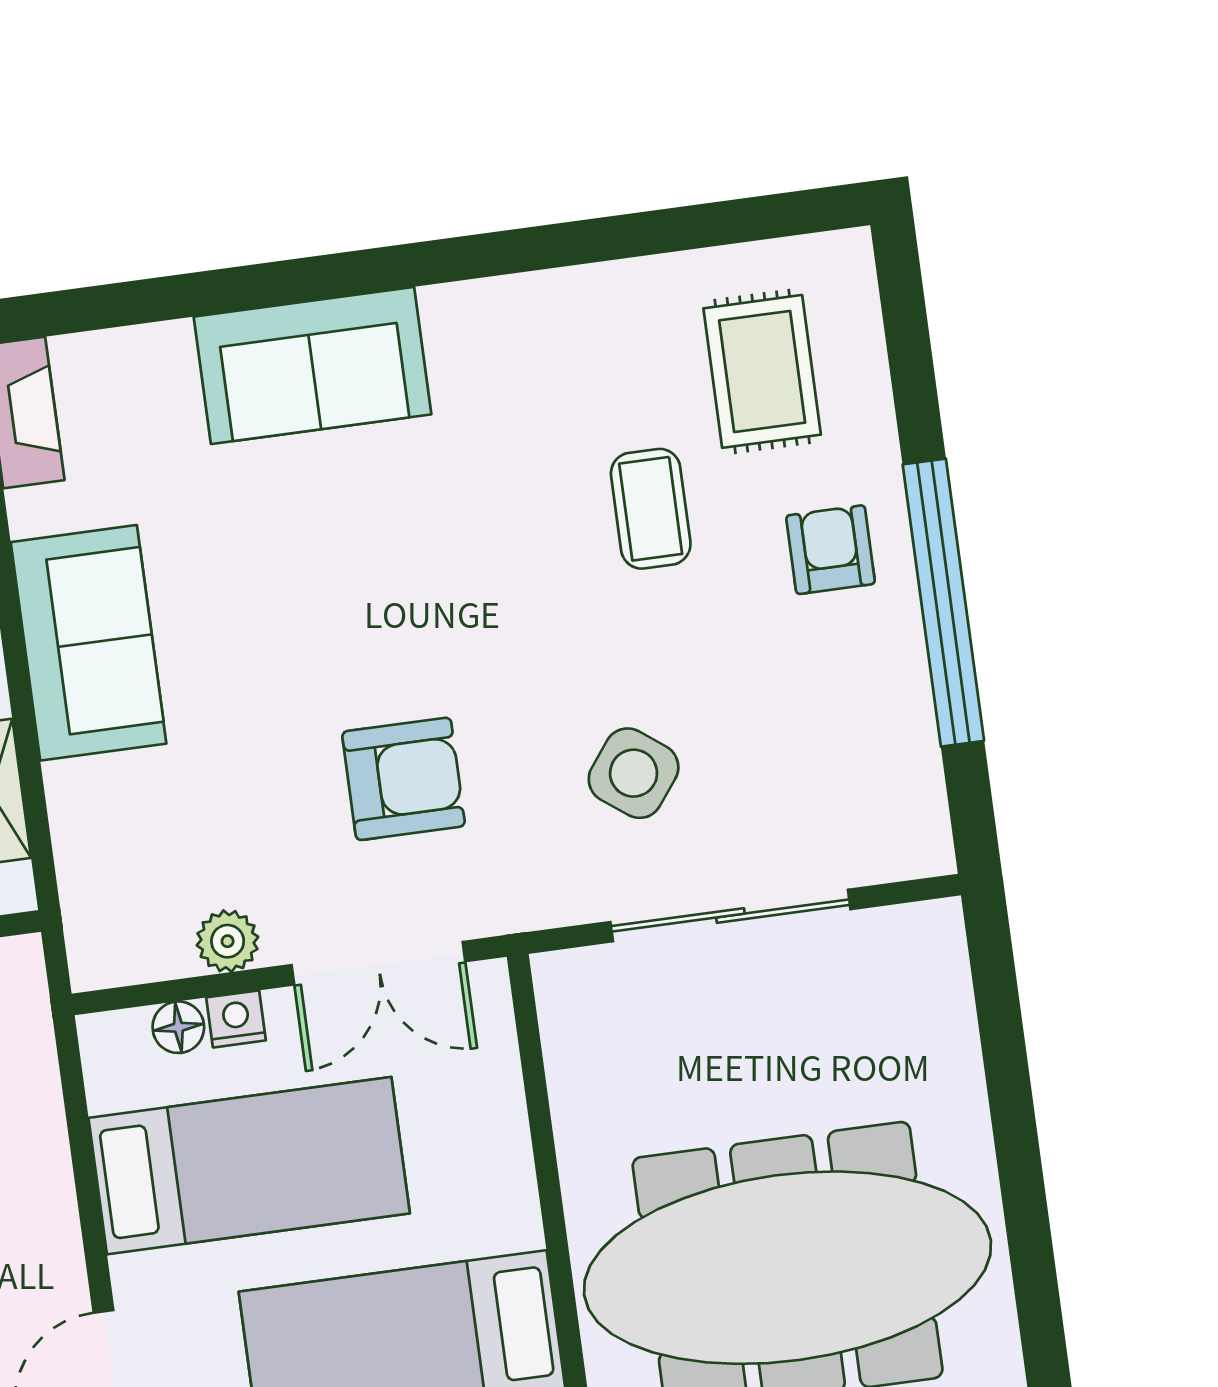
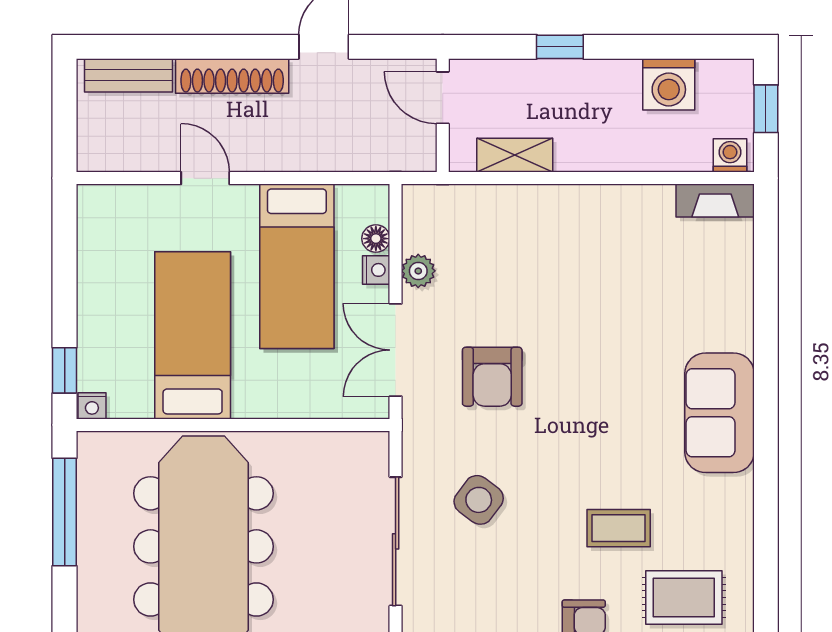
sofa: (313, 365) -> (720, 413), moved
sofa: (88, 643) -> (588, 218), removed

